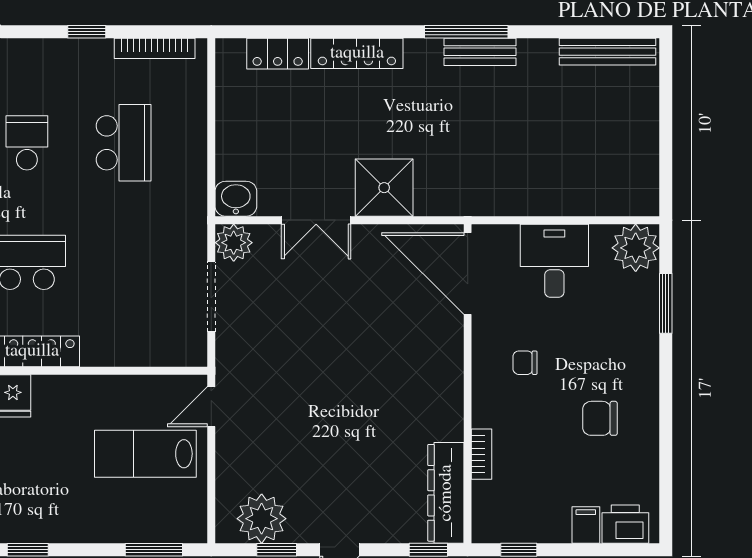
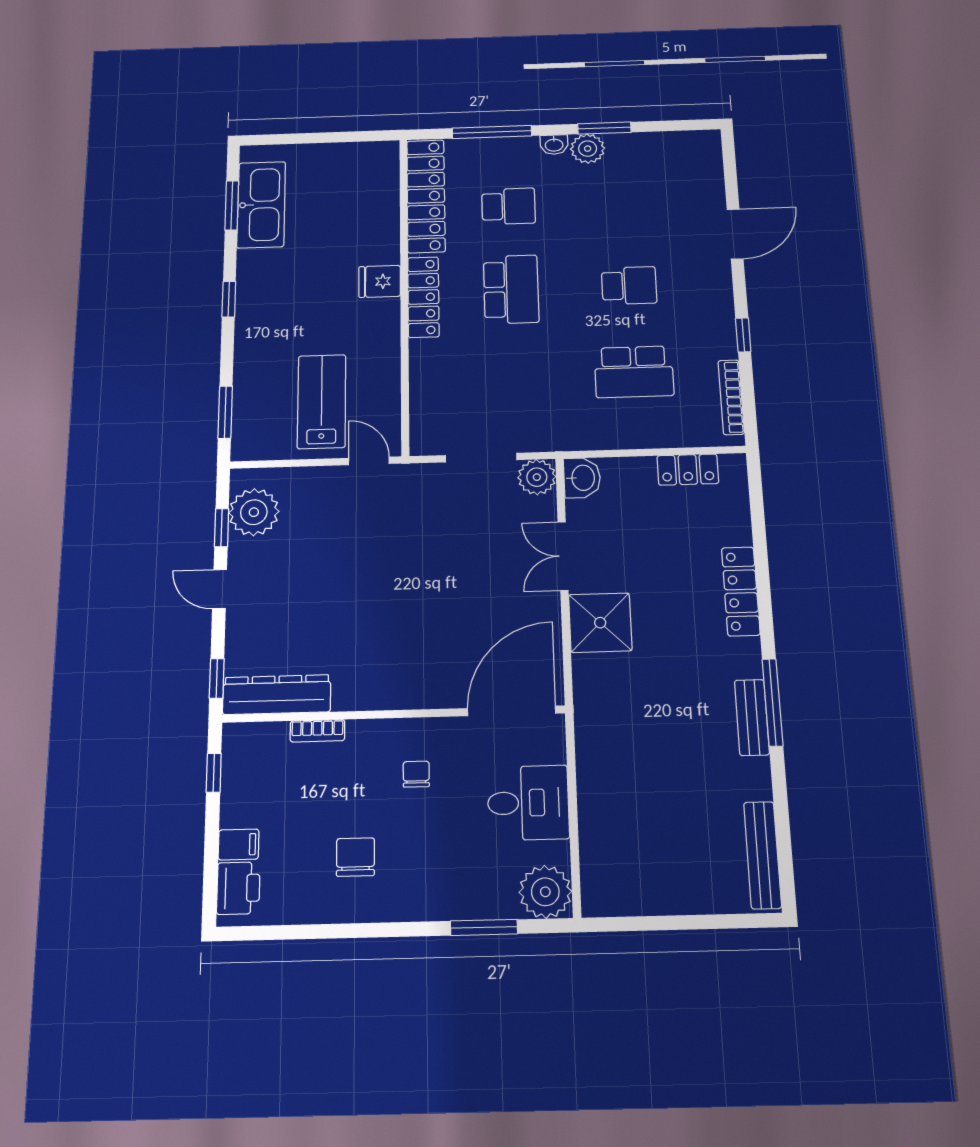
locker: (278, 54) -> (688, 470), moved, turned -90

